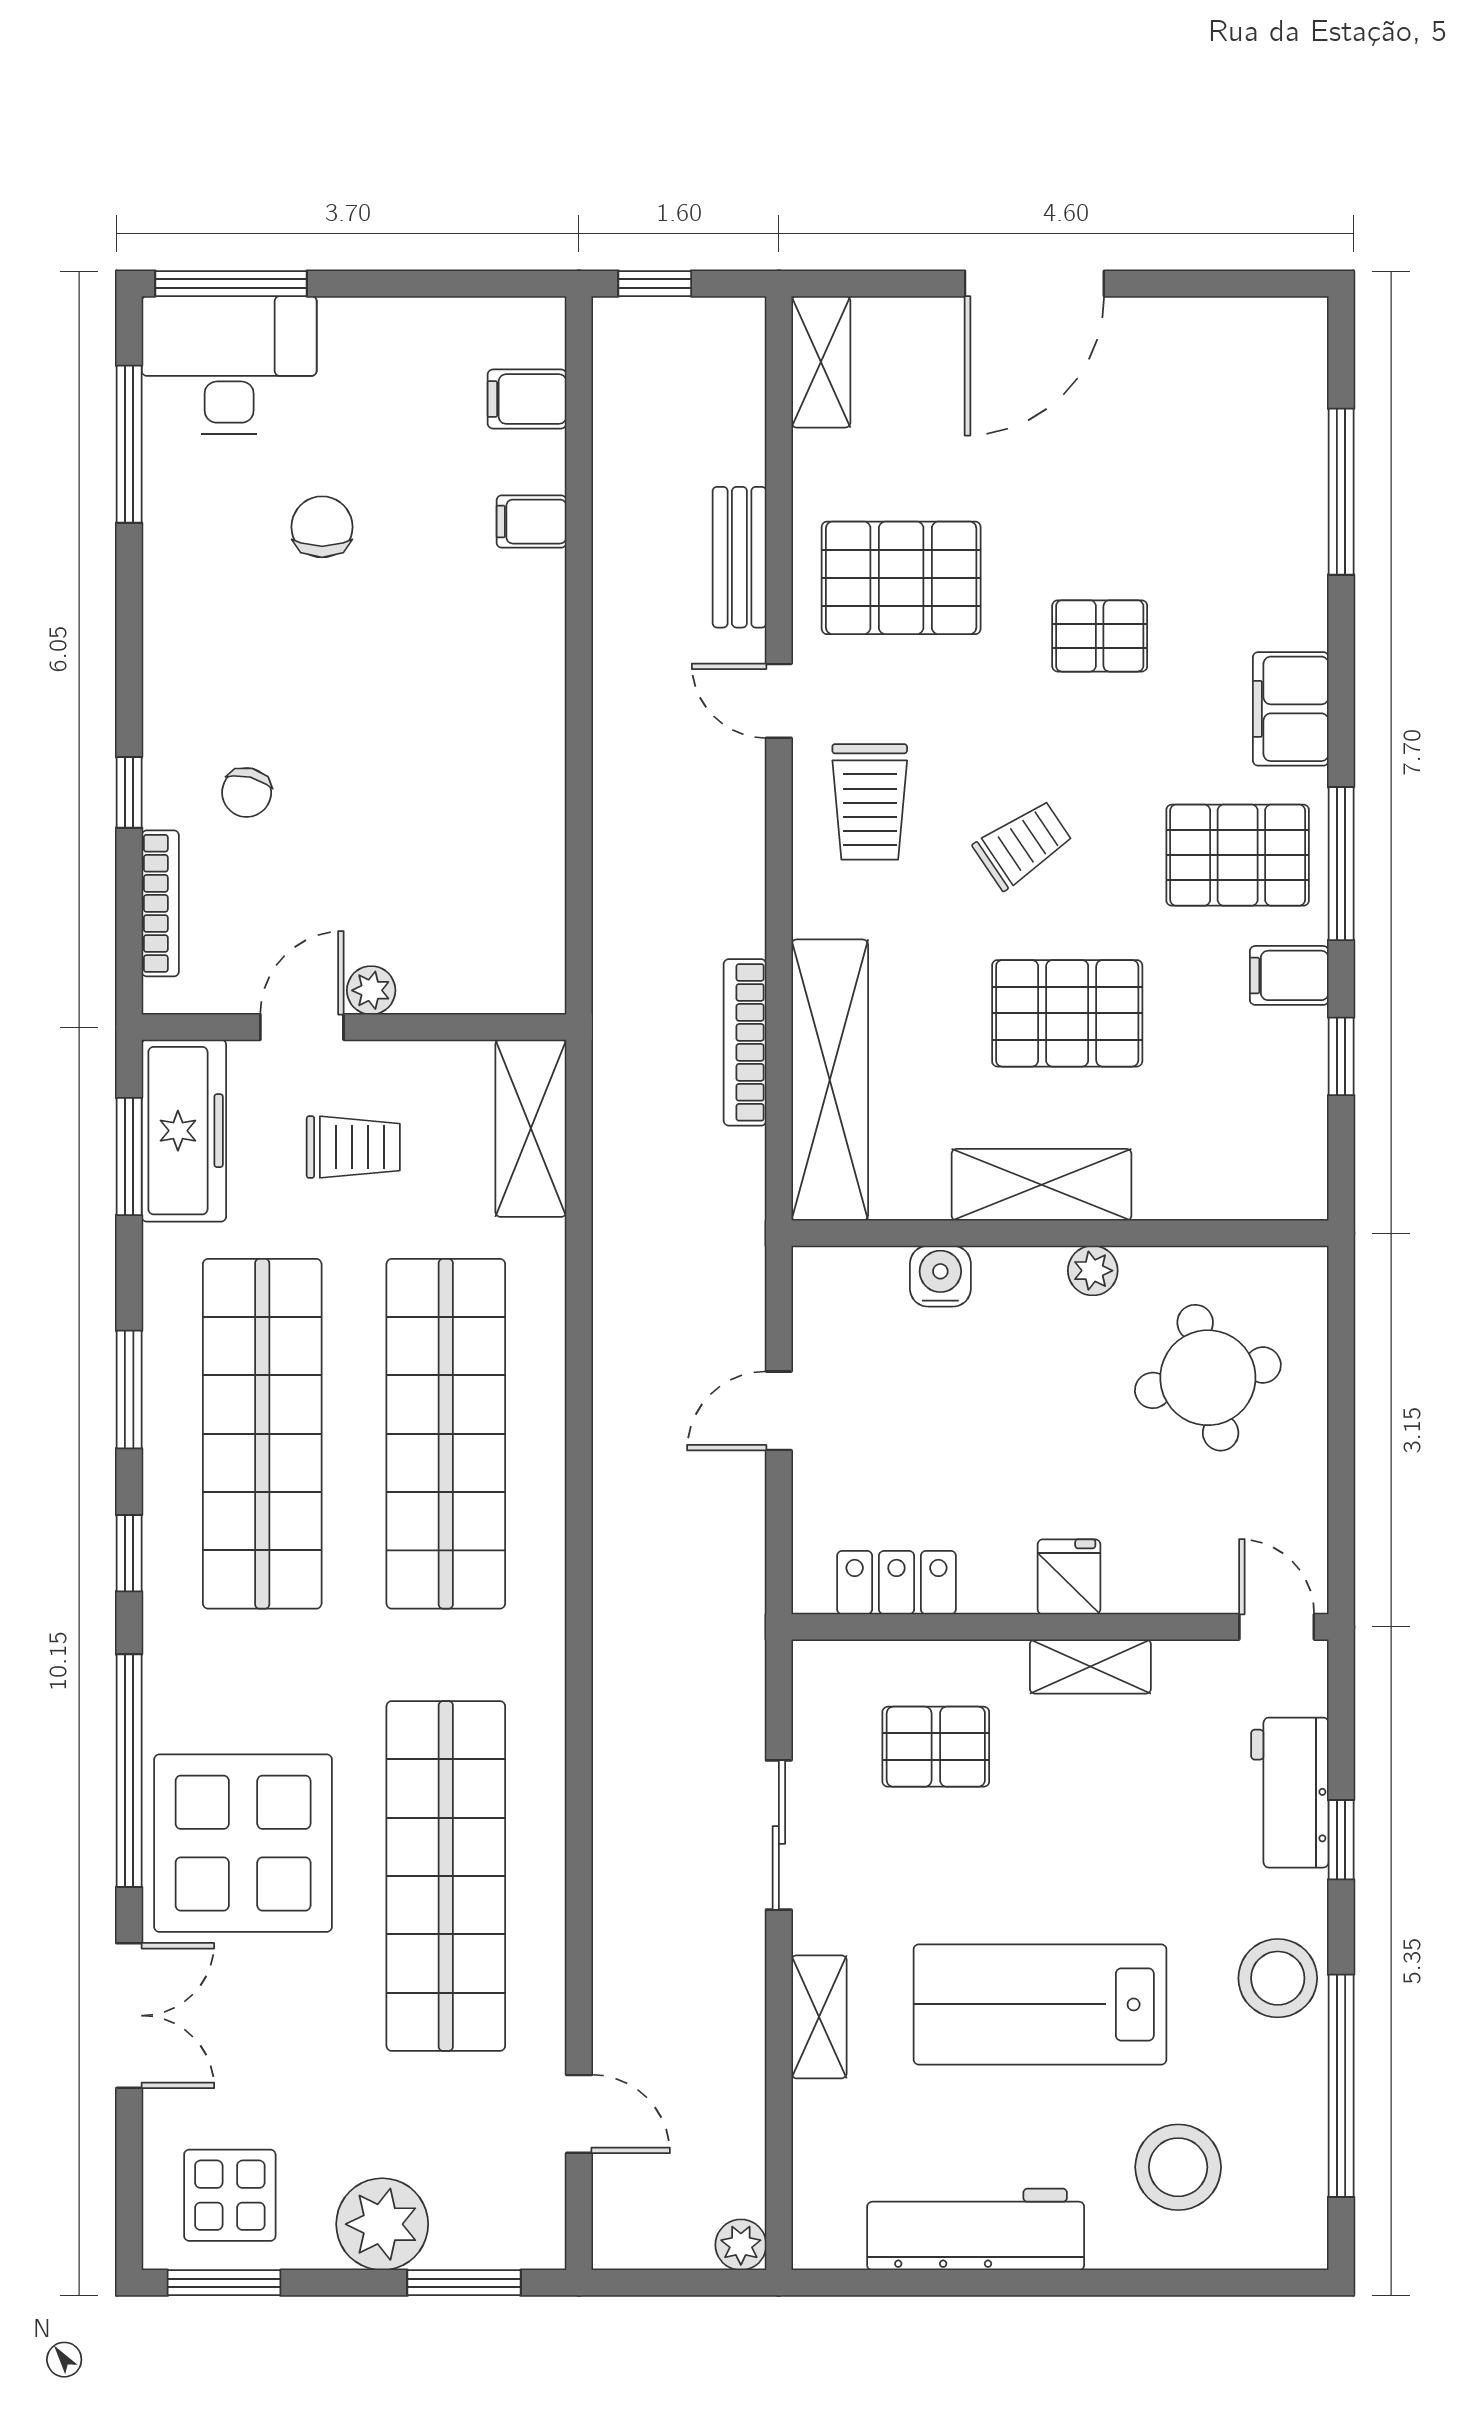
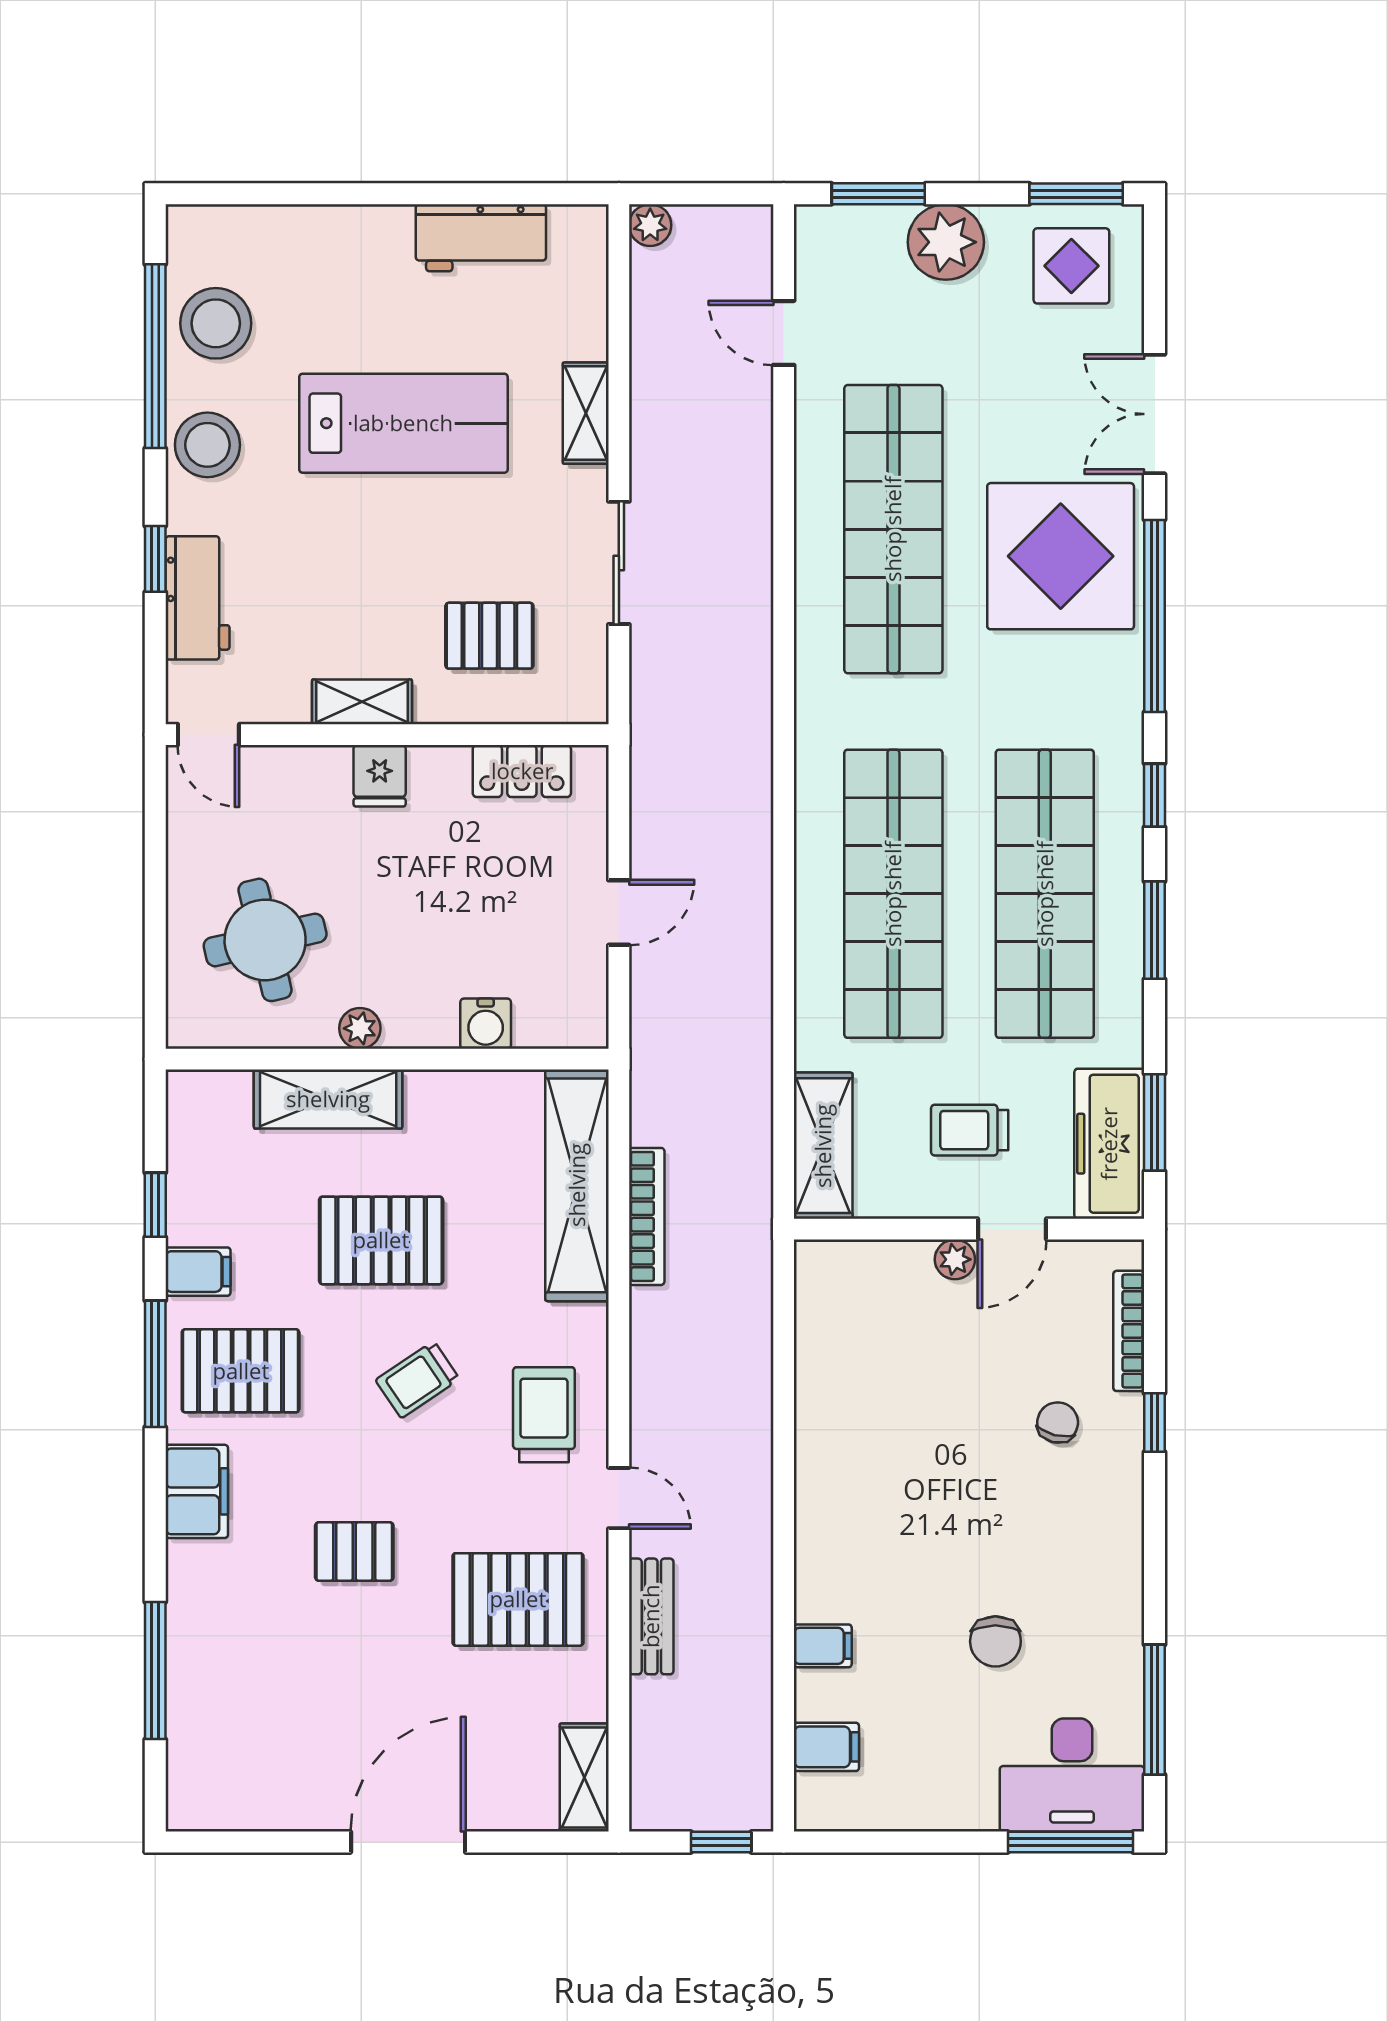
shelving: (1042, 1185) -> (328, 1099), moved
stool: (1178, 2167) -> (216, 323), moved
workbench: (976, 2229) -> (481, 238), width x0.73

